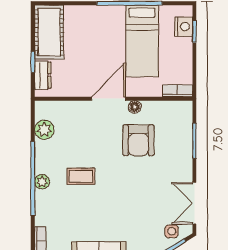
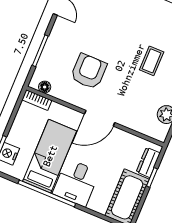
desk: (105, 26) -> (76, 183), added
floor lamp: (135, 107) -> (45, 87), moved
coffee table: (81, 176) -> (152, 61), turned 90

